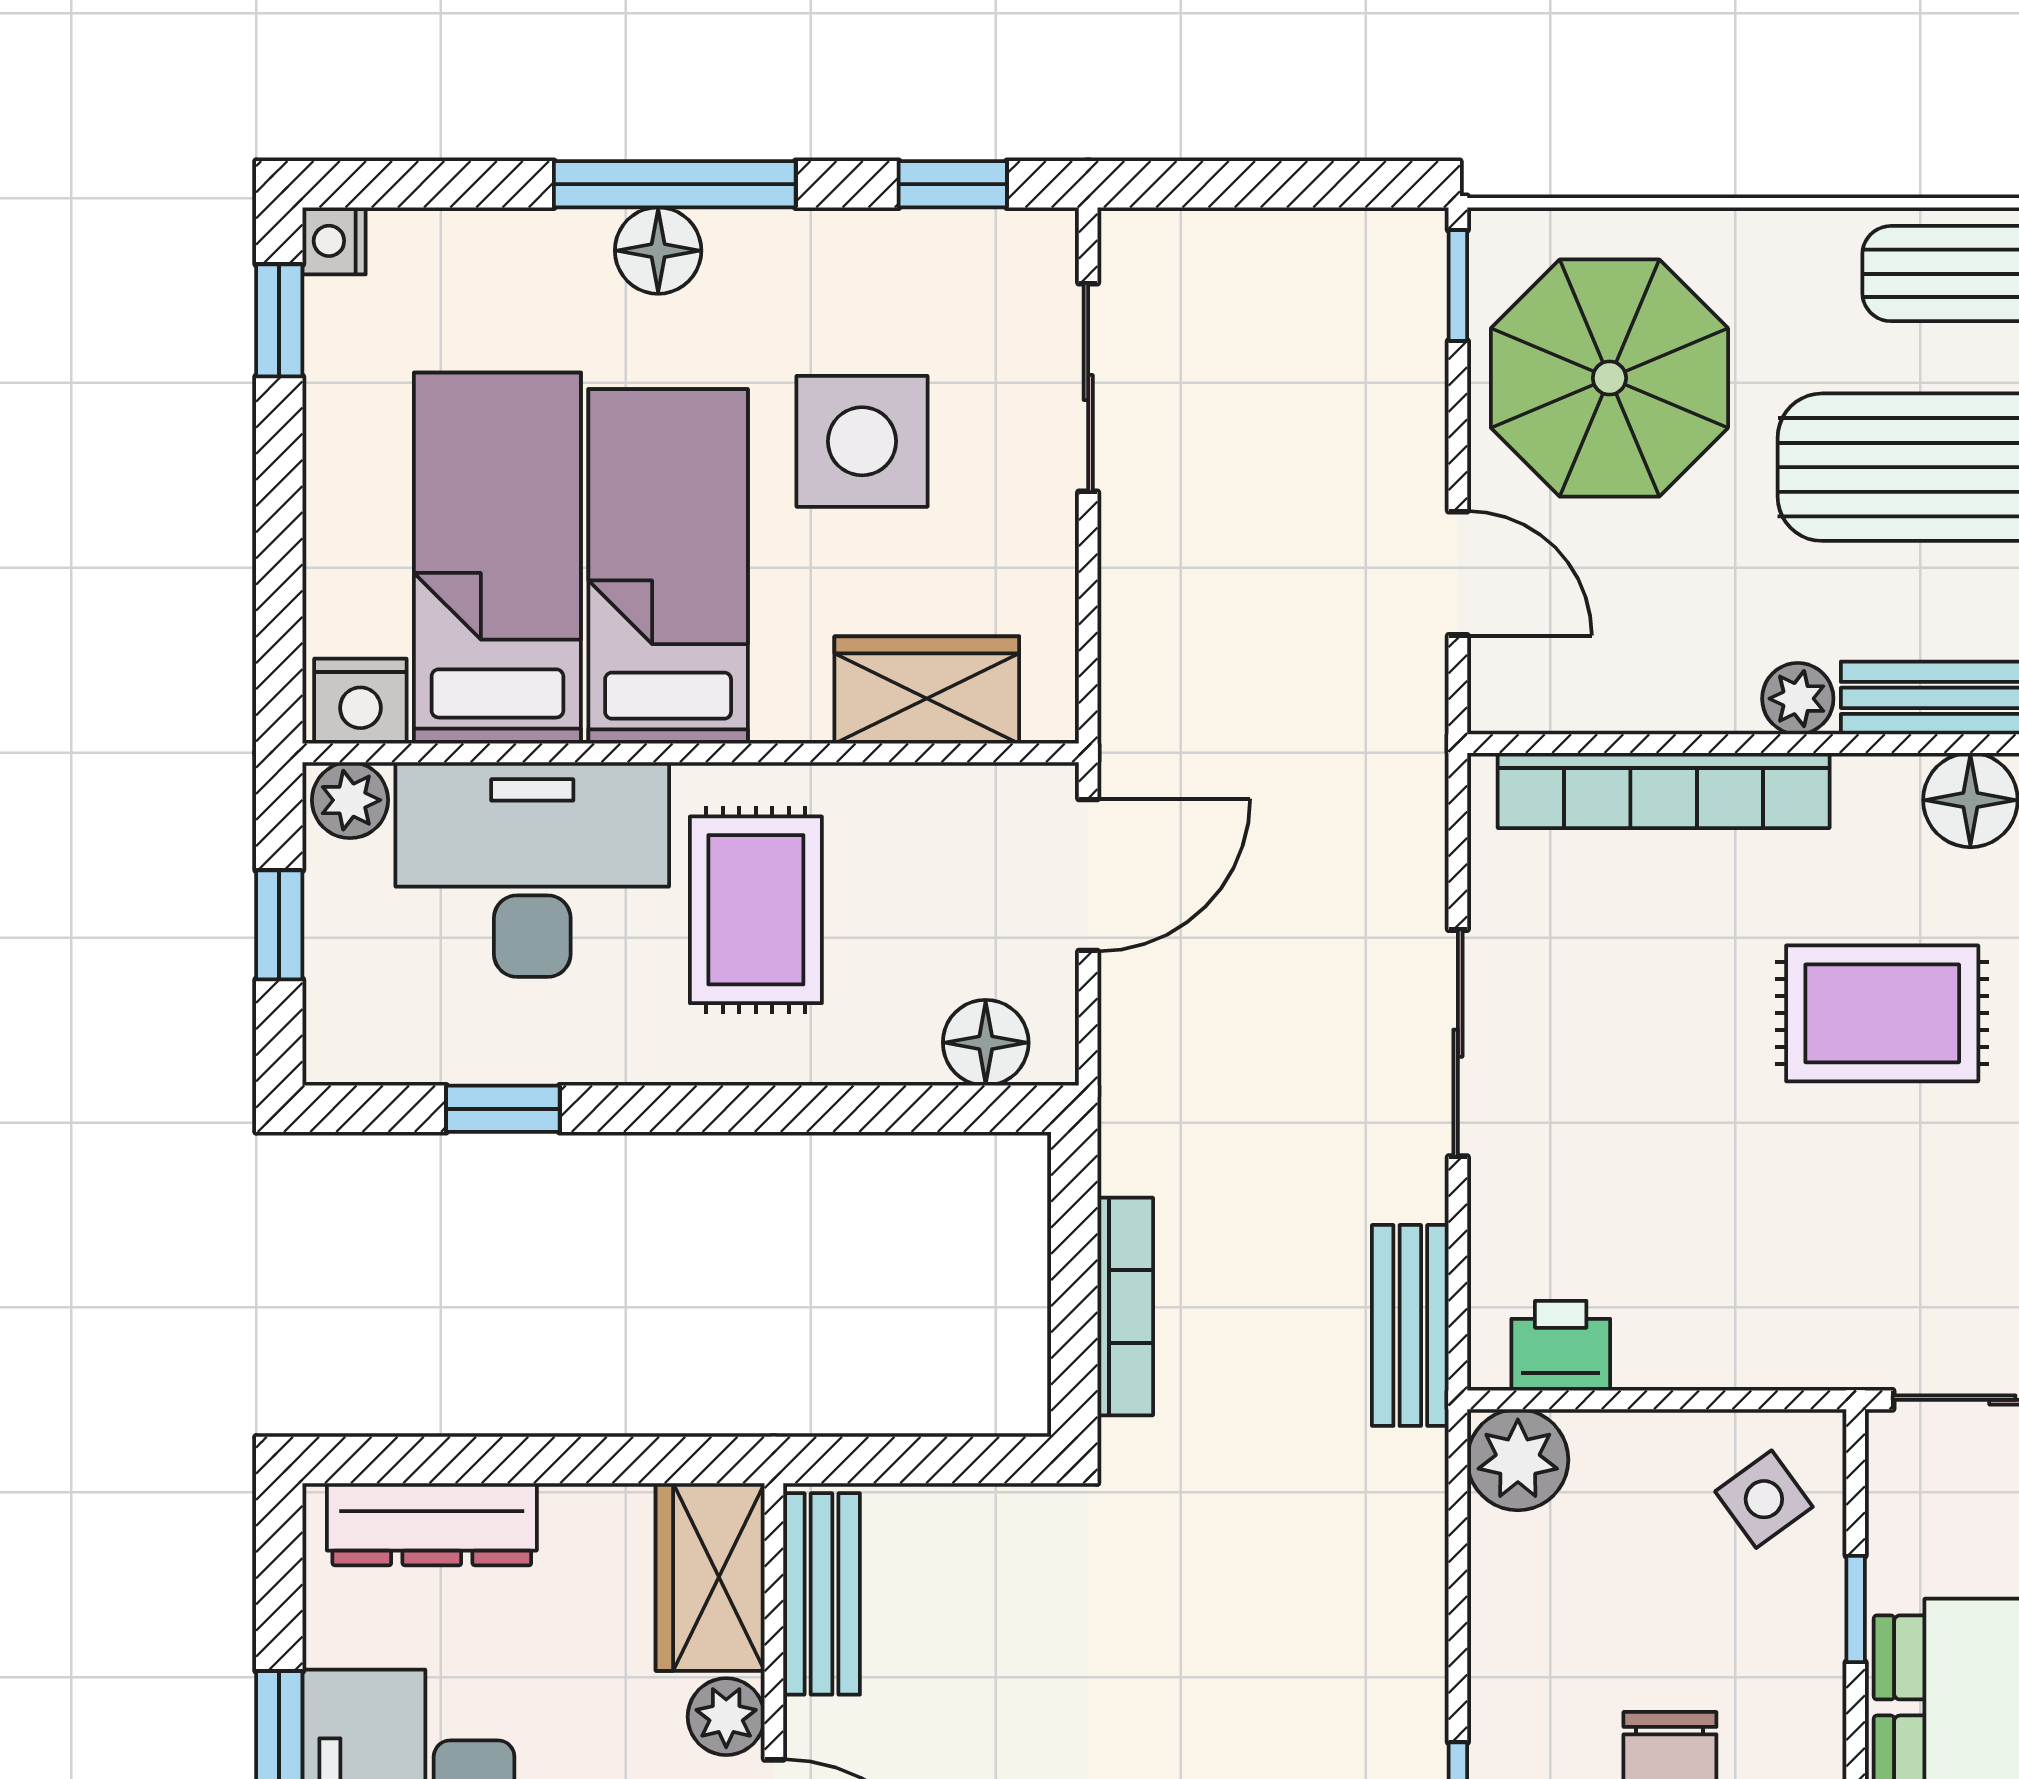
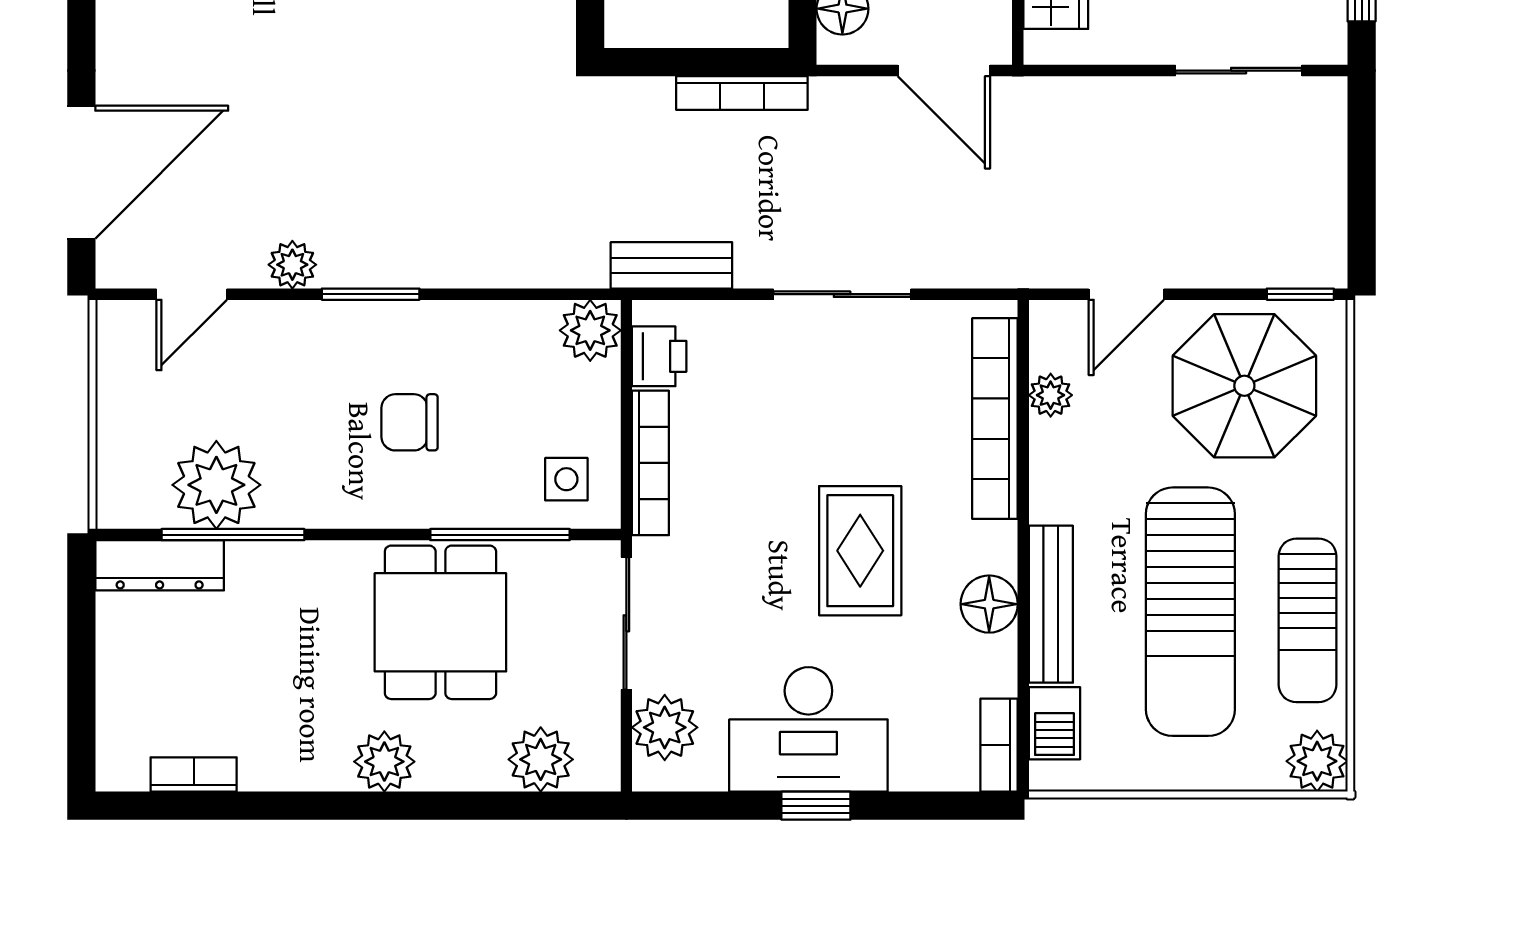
plant: (1798, 699) -> (1051, 395), moved
bookcase: (1125, 1306) -> (742, 93), moved
bookcase: (1737, 1360) -> (650, 463), added
side table: (1764, 1499) -> (566, 479), turned 36
window: (1856, 1609) -> (500, 535), width x2.17

